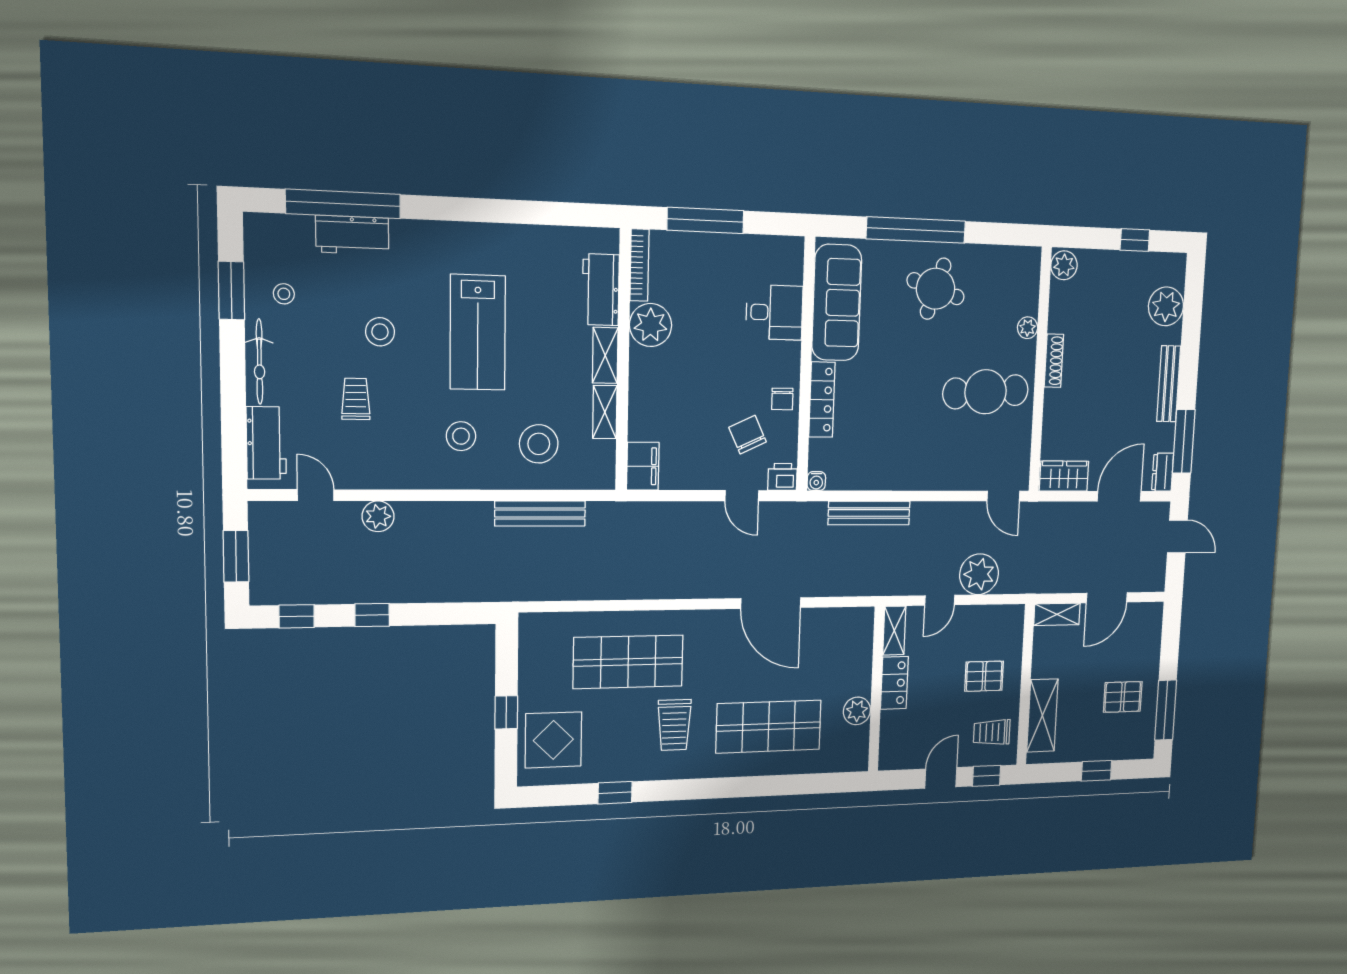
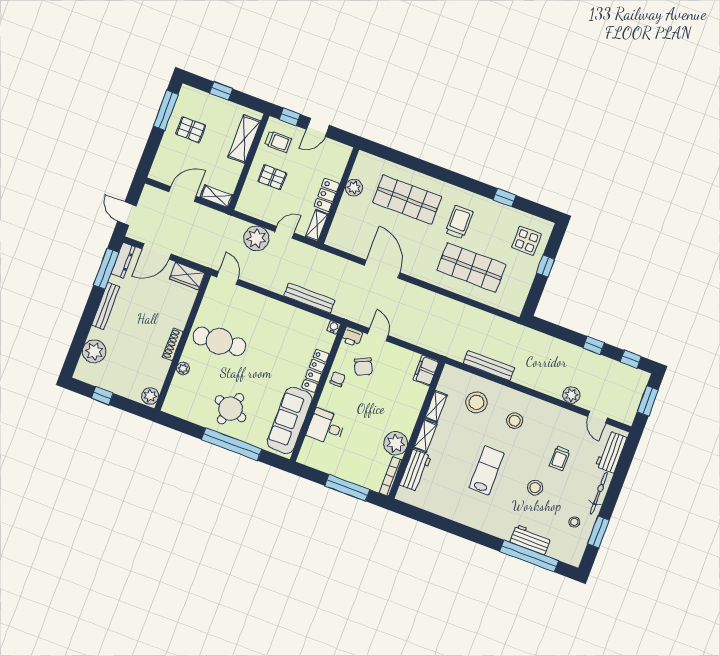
lab bench: (478, 332) -> (487, 470), width x0.73, depth x0.72
dresser: (1163, 472) -> (123, 260), width x1.44
display table: (553, 740) -> (527, 241), width x0.73, depth x0.73

